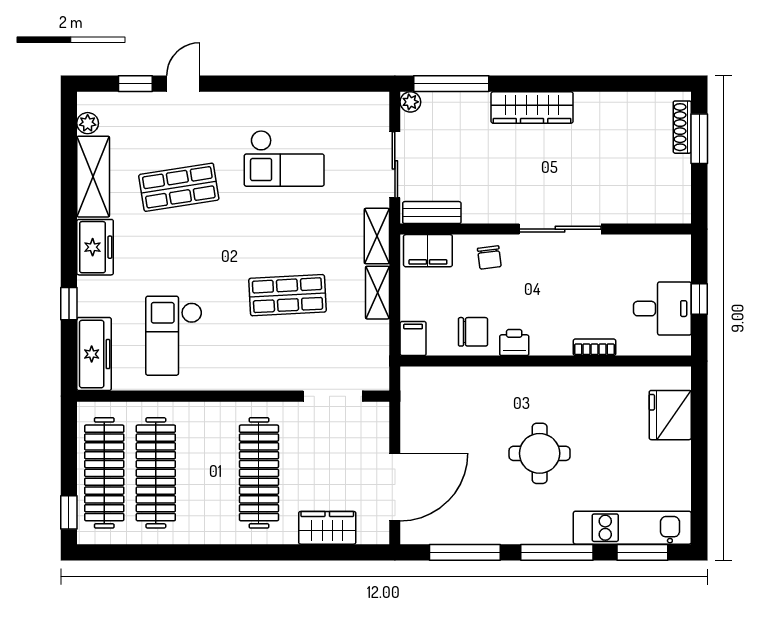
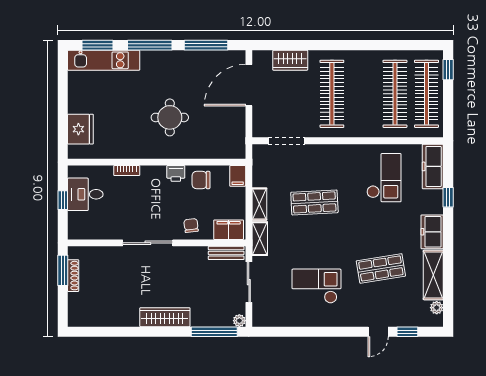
shoe rack: (682, 127) -> (73, 276), moved
window: (699, 139) -> (63, 270), moved
round table: (540, 453) -> (170, 117), moved

